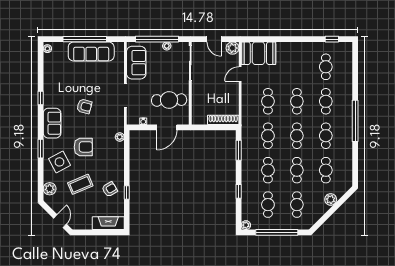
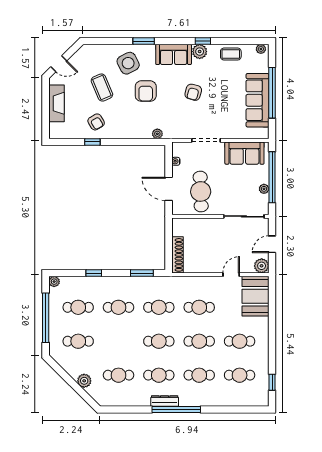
coffee table: (52, 74) -> (231, 54), added
door: (240, 74) -> (231, 275), hinge flipped
dresser: (348, 131) -> (165, 401), added
cafe table: (297, 170) -> (240, 341), moved
plant: (50, 189) -> (200, 52), moved
fireplace: (108, 223) -> (56, 103), moved

